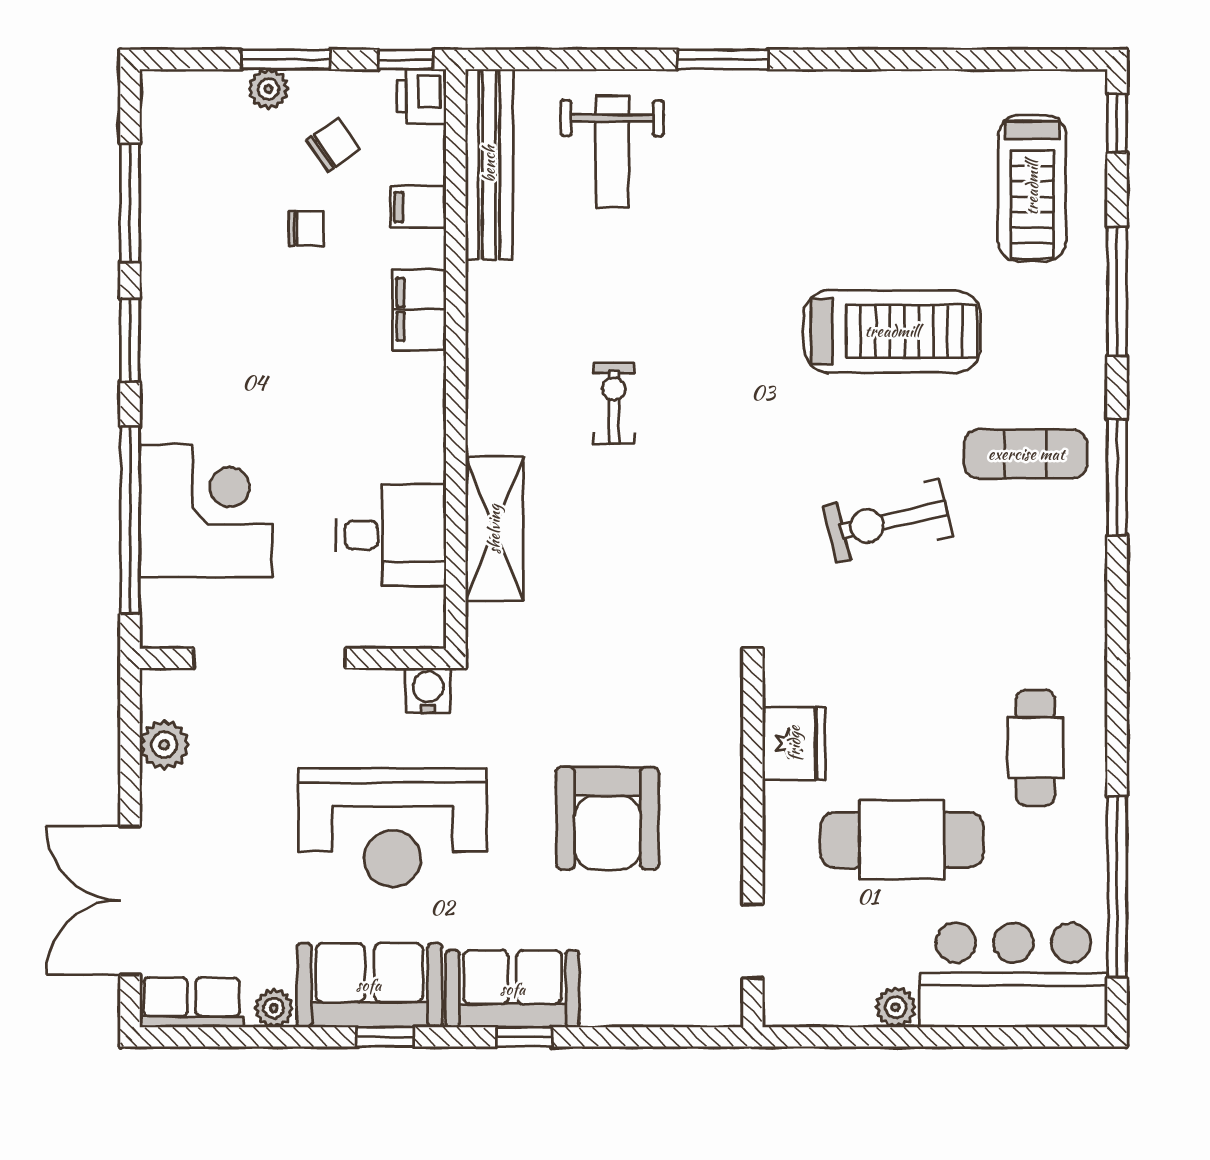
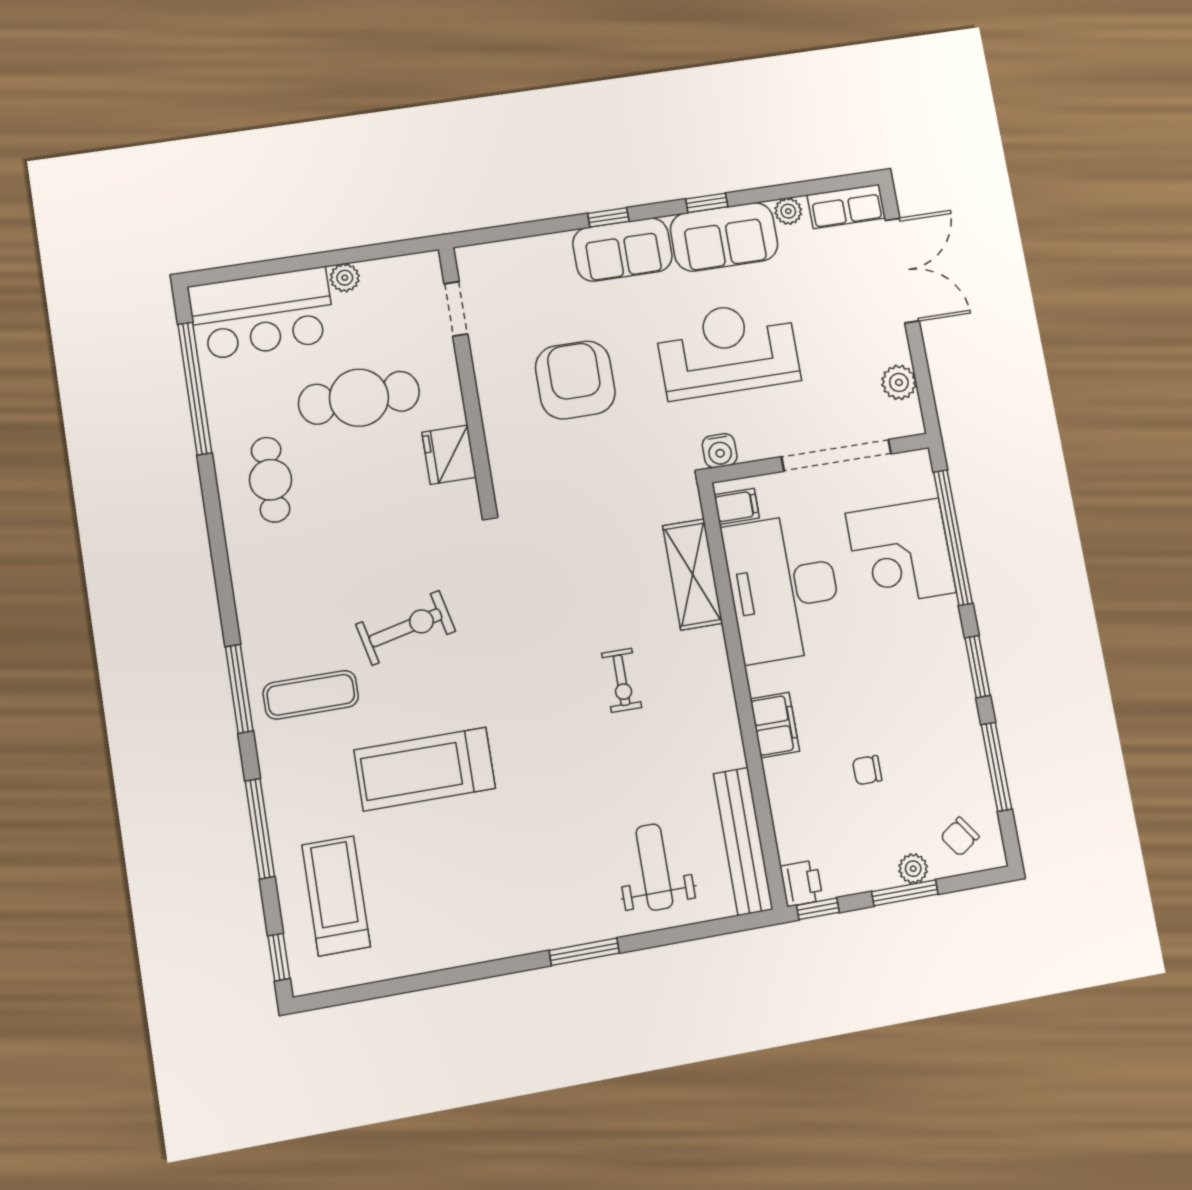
chair: (333, 145) -> (960, 837), moved
filing cabinet: (418, 207) -> (737, 506), moved
desk: (391, 535) -> (783, 588), width x1.87, depth x1.30

